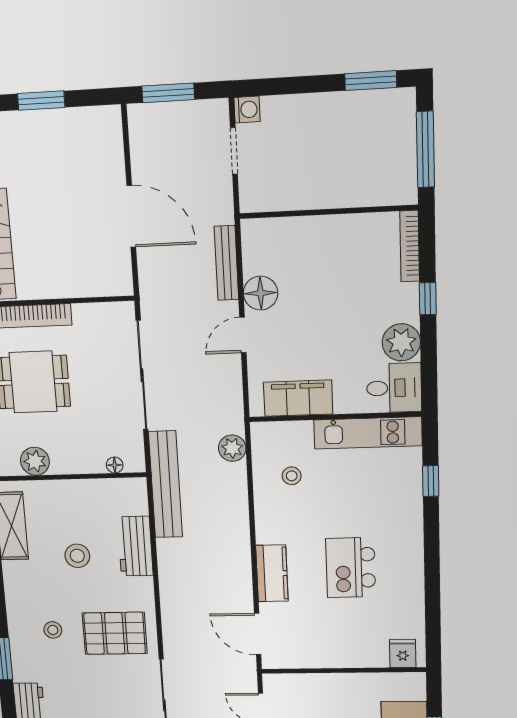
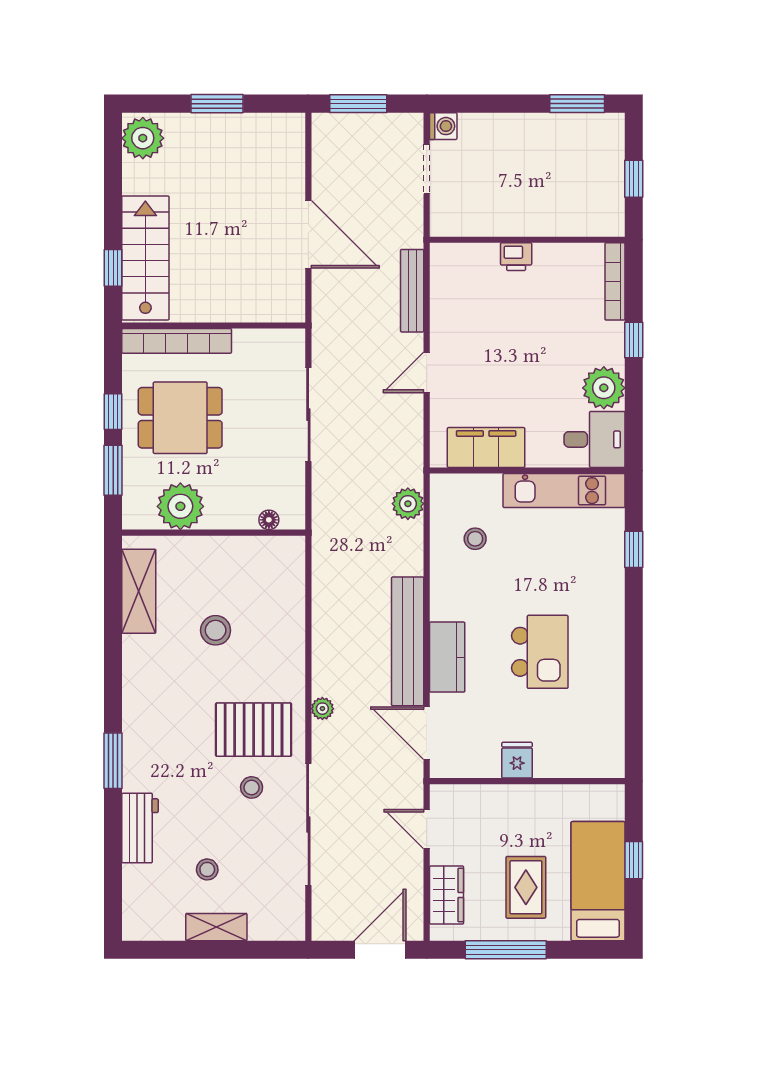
window: (425, 149) -> (634, 179), width x0.46
printer: (319, 228) -> (516, 257), added
floor lamp: (261, 293) -> (449, 326), removed
sliding door: (142, 375) -> (308, 415), width x0.73
plant: (35, 461) -> (180, 506), width x1.36, depth x1.36
bench: (165, 485) -> (408, 641), moved
workbench: (135, 546) -> (286, 620), removed
kitchen island: (351, 568) -> (540, 652), turned 180
plant: (170, 616) -> (322, 709), added
stool: (53, 630) -> (252, 787), moved
fridge: (403, 653) -> (517, 760), moved

